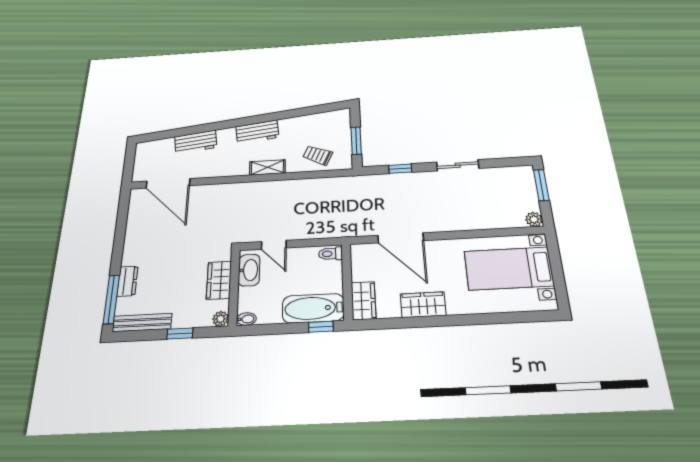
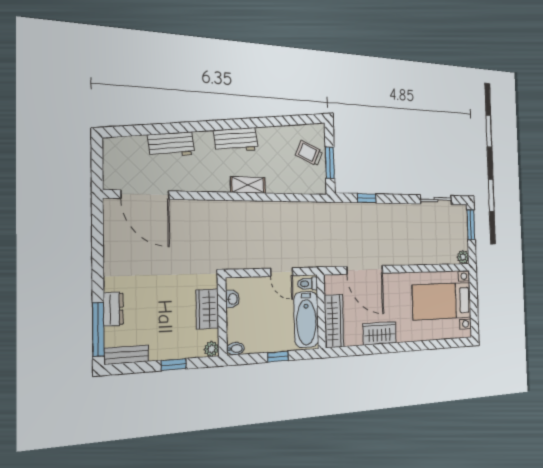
trolley: (318, 155) -> (309, 153), moved
sliding door: (458, 165) -> (436, 200), moved
door: (274, 245) -> (282, 272), moved
washbasin: (249, 270) -> (232, 299), width x0.52, depth x0.69
wardrobe: (363, 301) -> (334, 321), width x1.50
bathtub: (313, 308) -> (306, 320), moved, turned -90
bench: (142, 323) -> (126, 355), width x0.73
window: (321, 327) -> (278, 357), moved

